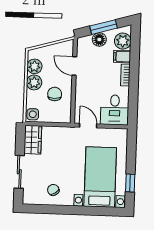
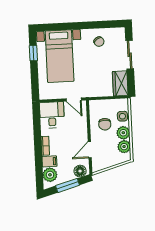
floor lamp: (99, 40) -> (80, 171), moved
door: (74, 66) -> (90, 150), swing flipped
side table: (33, 114) -> (122, 116), moved

